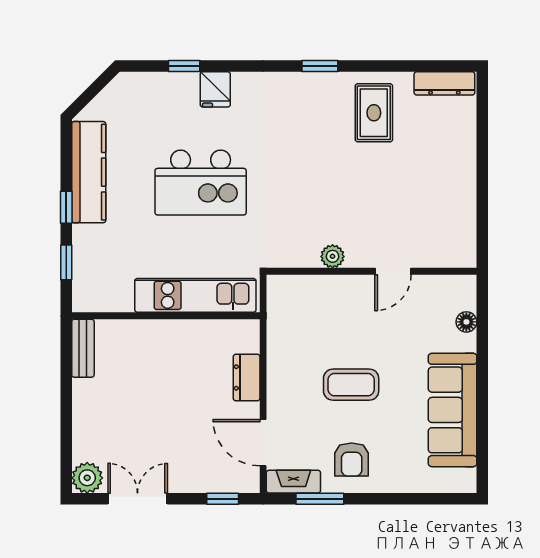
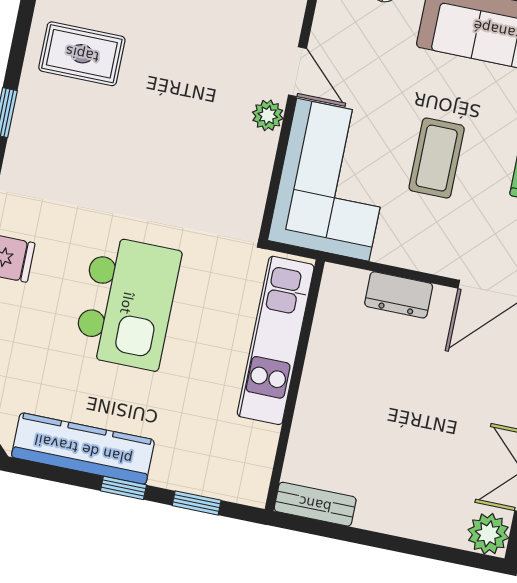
plant: (333, 256) -> (268, 115), moved
corner sofa: (320, 313) -> (333, 180), added

